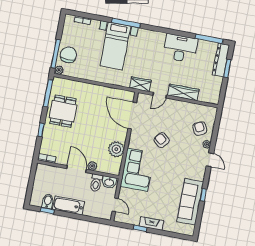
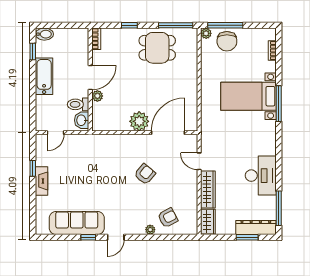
chair: (68, 55) -> (227, 41), turned 90
wardrobe: (140, 84) -> (208, 222), moved
plant: (116, 149) -> (139, 121), moved
door: (210, 160) -> (116, 237), moved
corner sofa: (137, 170) -> (103, 152), removed
bidet: (48, 201) -> (44, 34), moved

